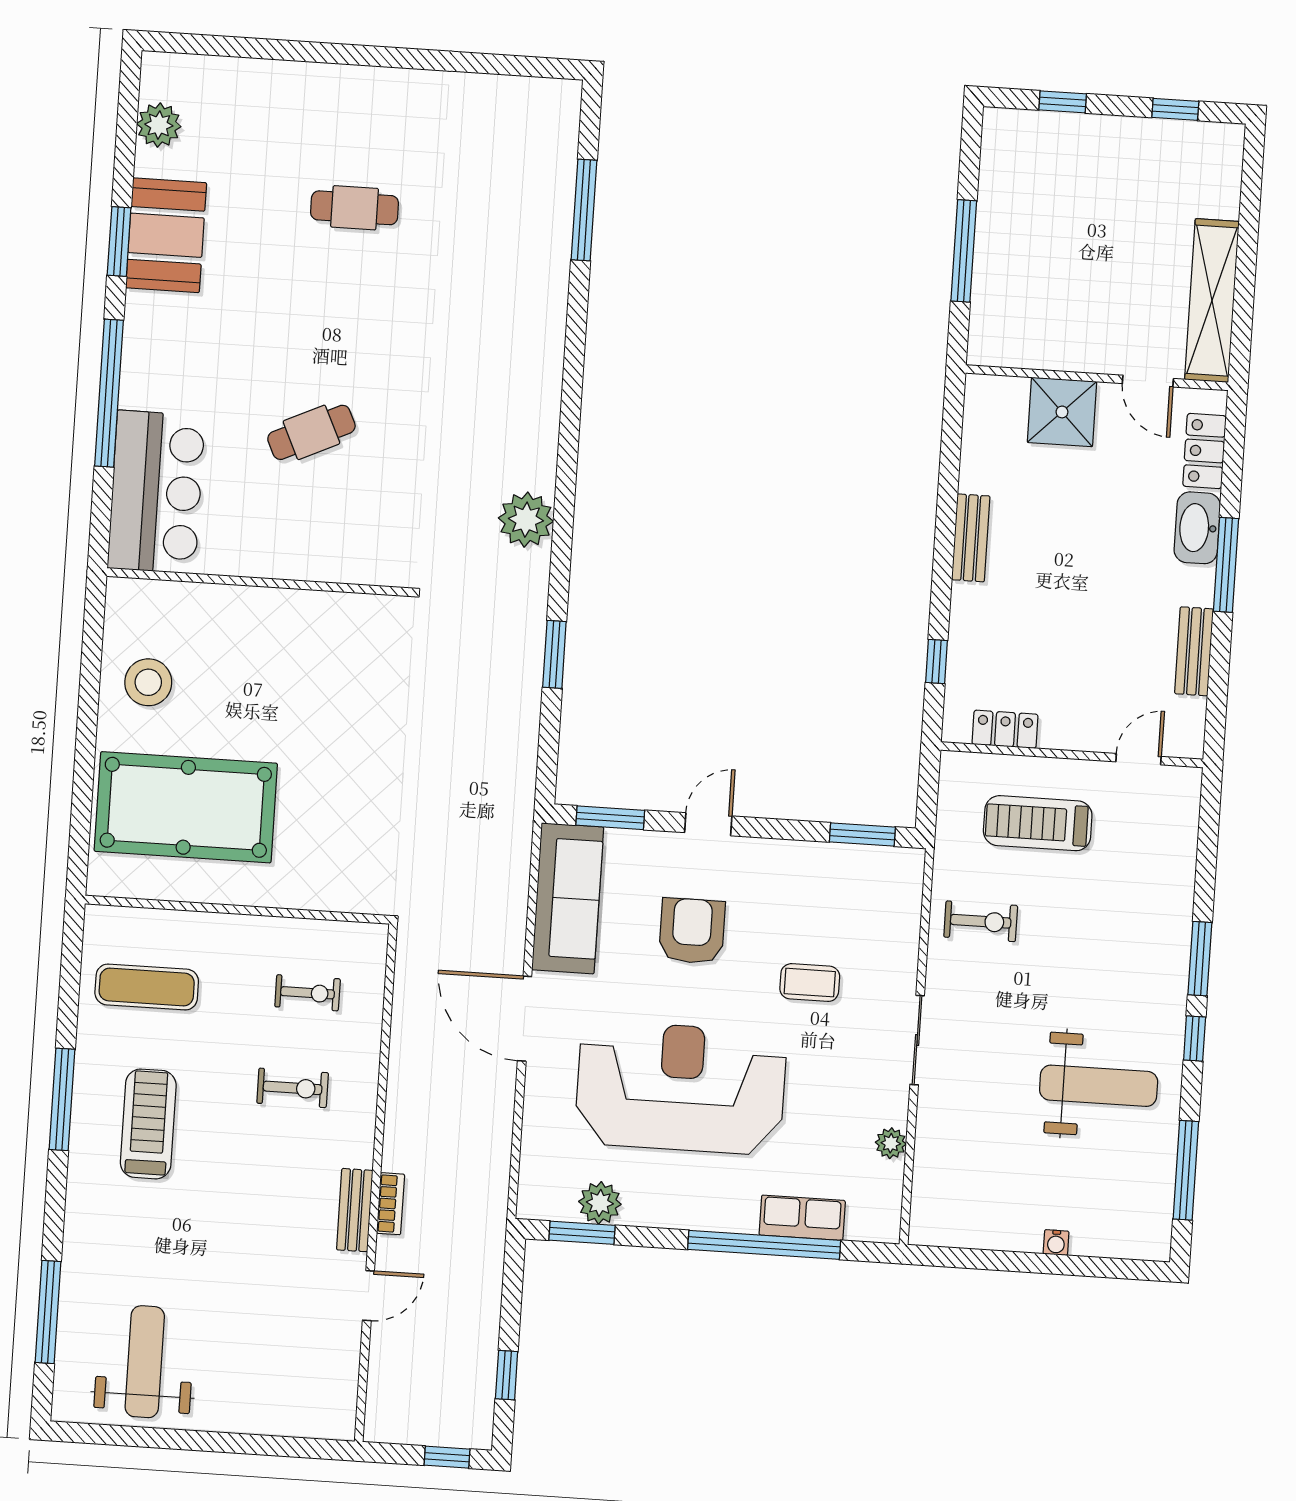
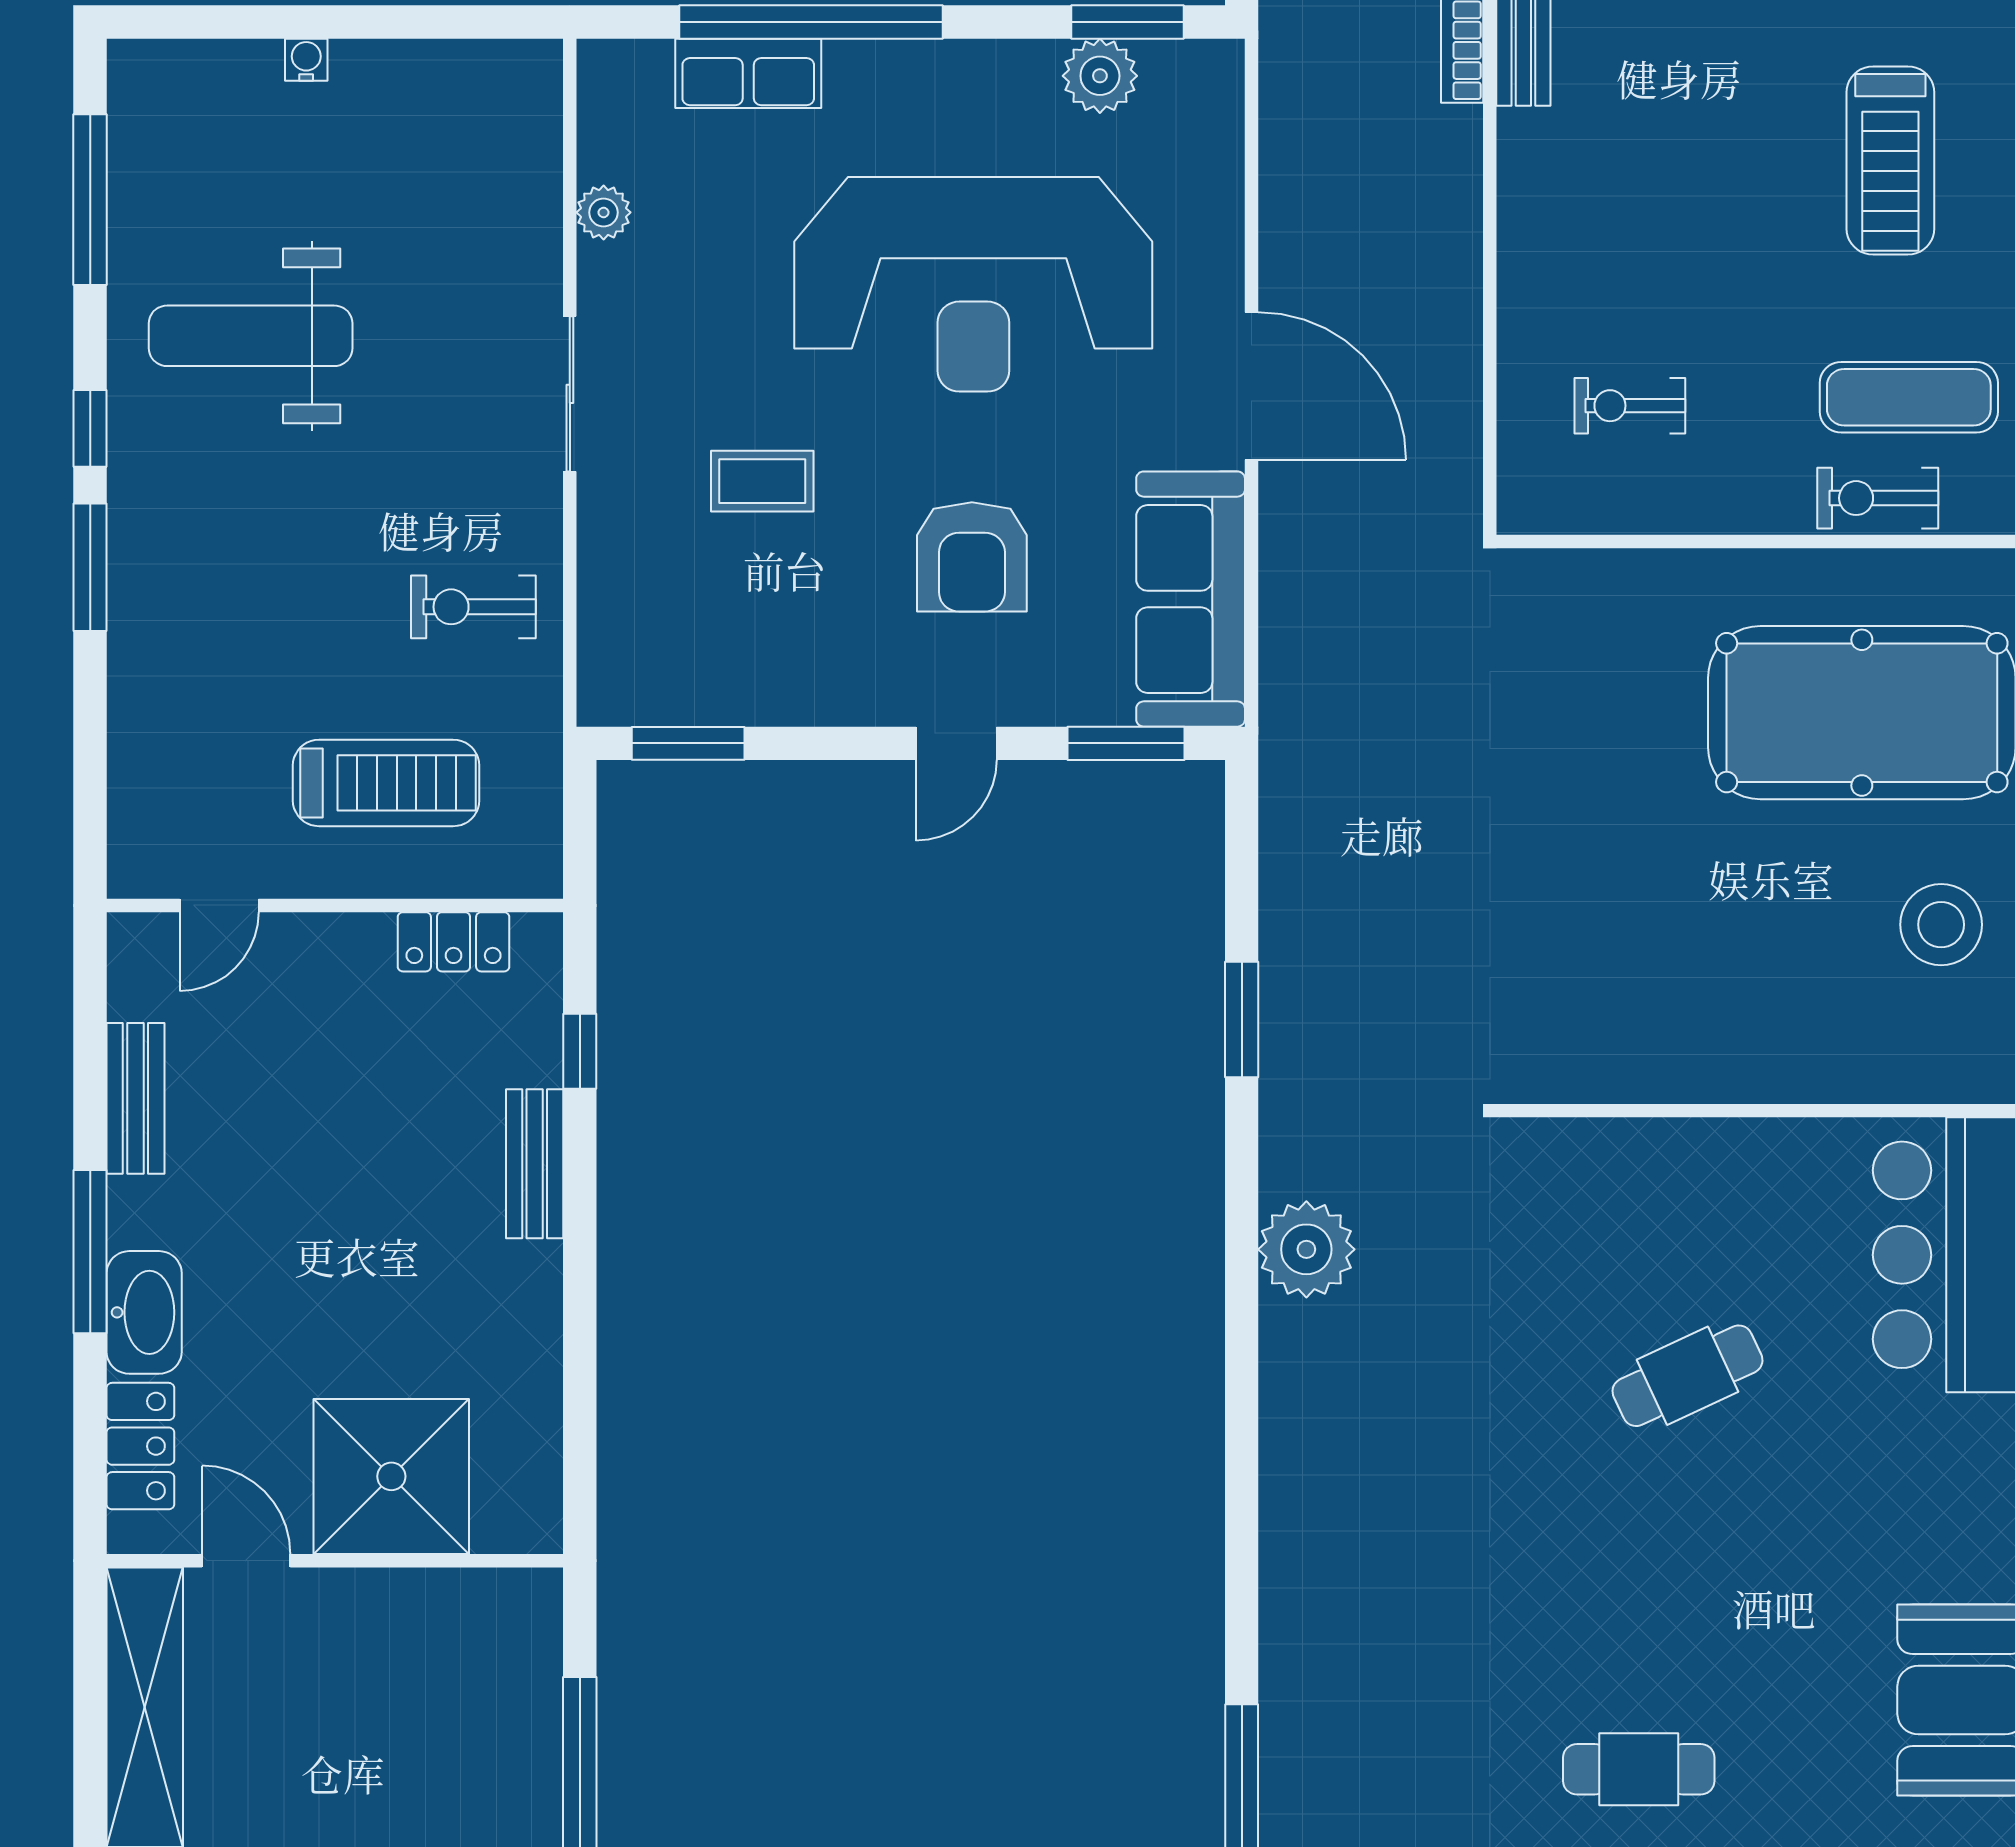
shower: (1062, 412) -> (391, 1476), width x1.37, depth x1.37
bench: (971, 538) -> (535, 1164), moved
exercise bike: (293, 1088) -> (1878, 498), moved

